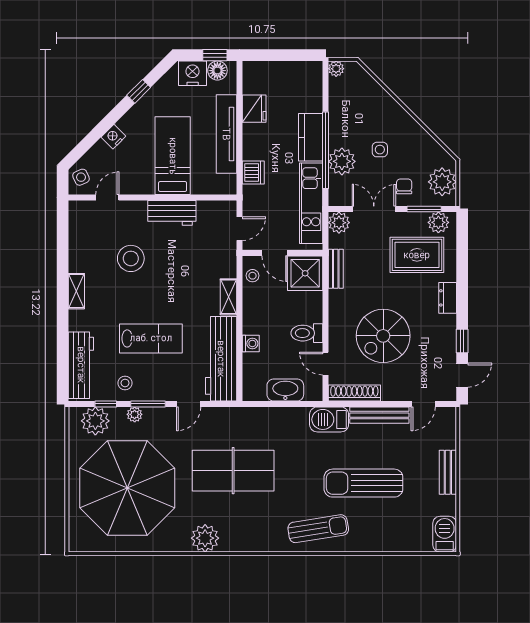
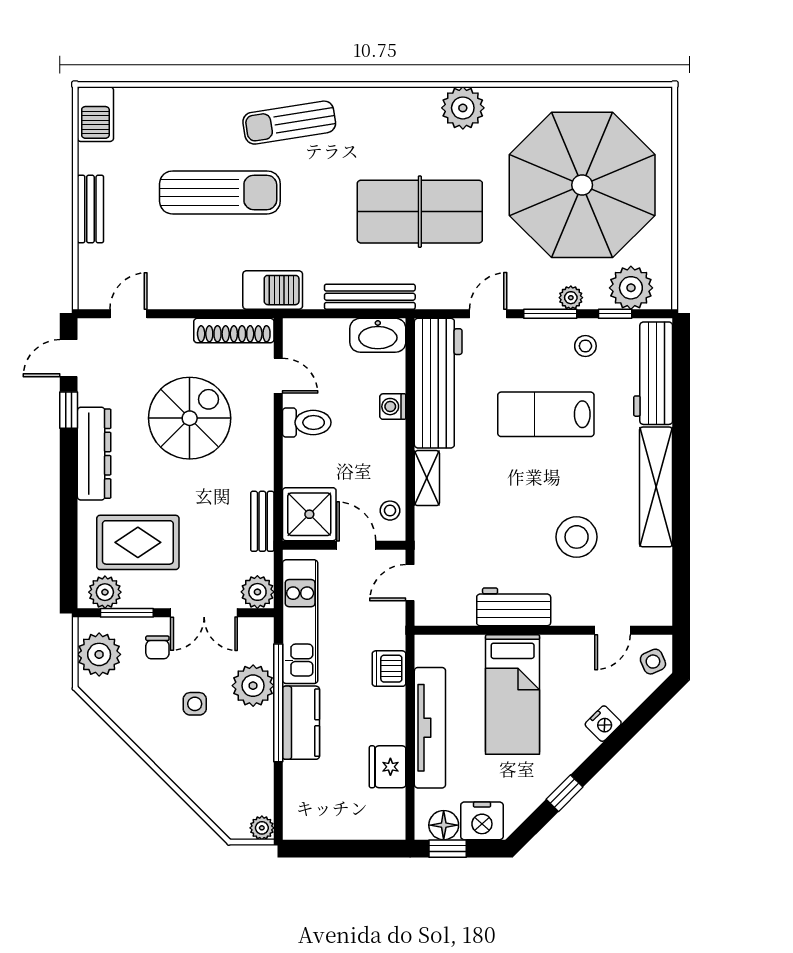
shelving: (76, 291) -> (656, 487), width x2.20, depth x1.33
dresser: (448, 298) -> (94, 454), width x1.96, depth x1.24
washbasin: (285, 390) -> (378, 335), moved
bench: (379, 415) -> (370, 297), moved

